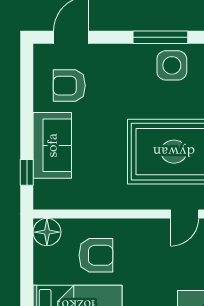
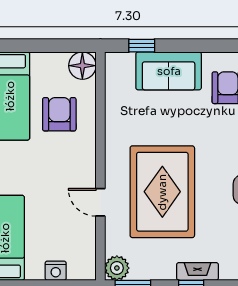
armchair: (96, 255) -> (59, 114), turned 180

